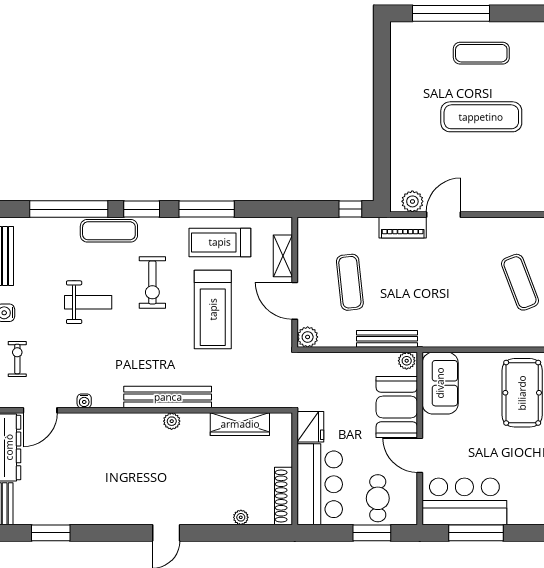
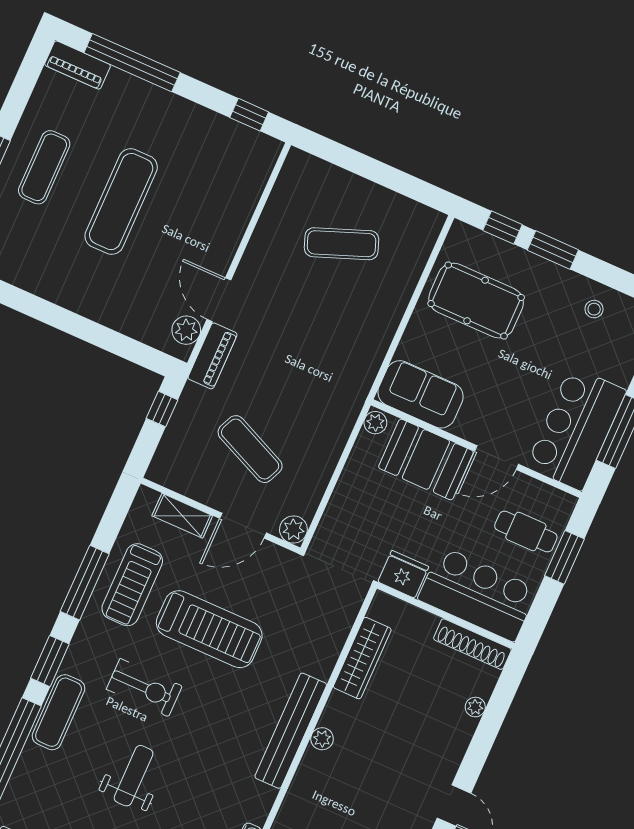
exercise mat: (350, 282) -> (250, 449), turned 30
bench: (387, 339) -> (338, 435), removed

